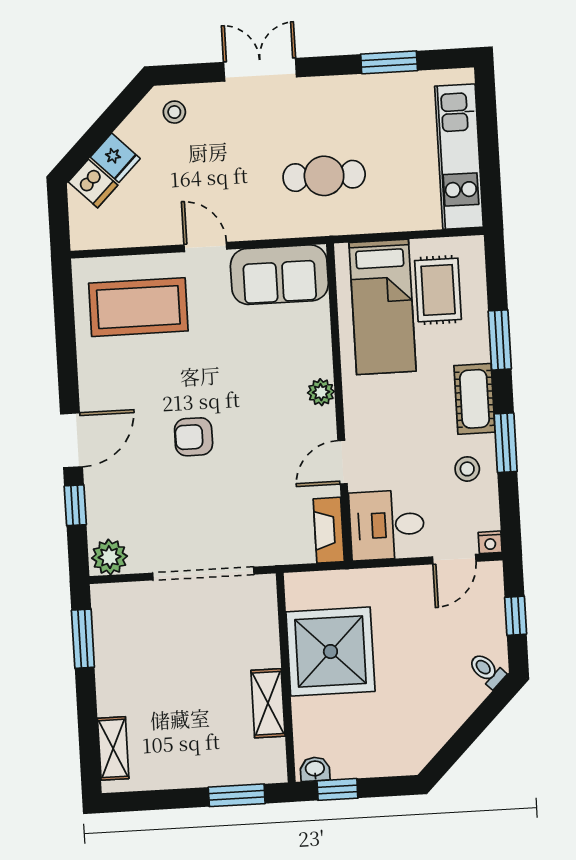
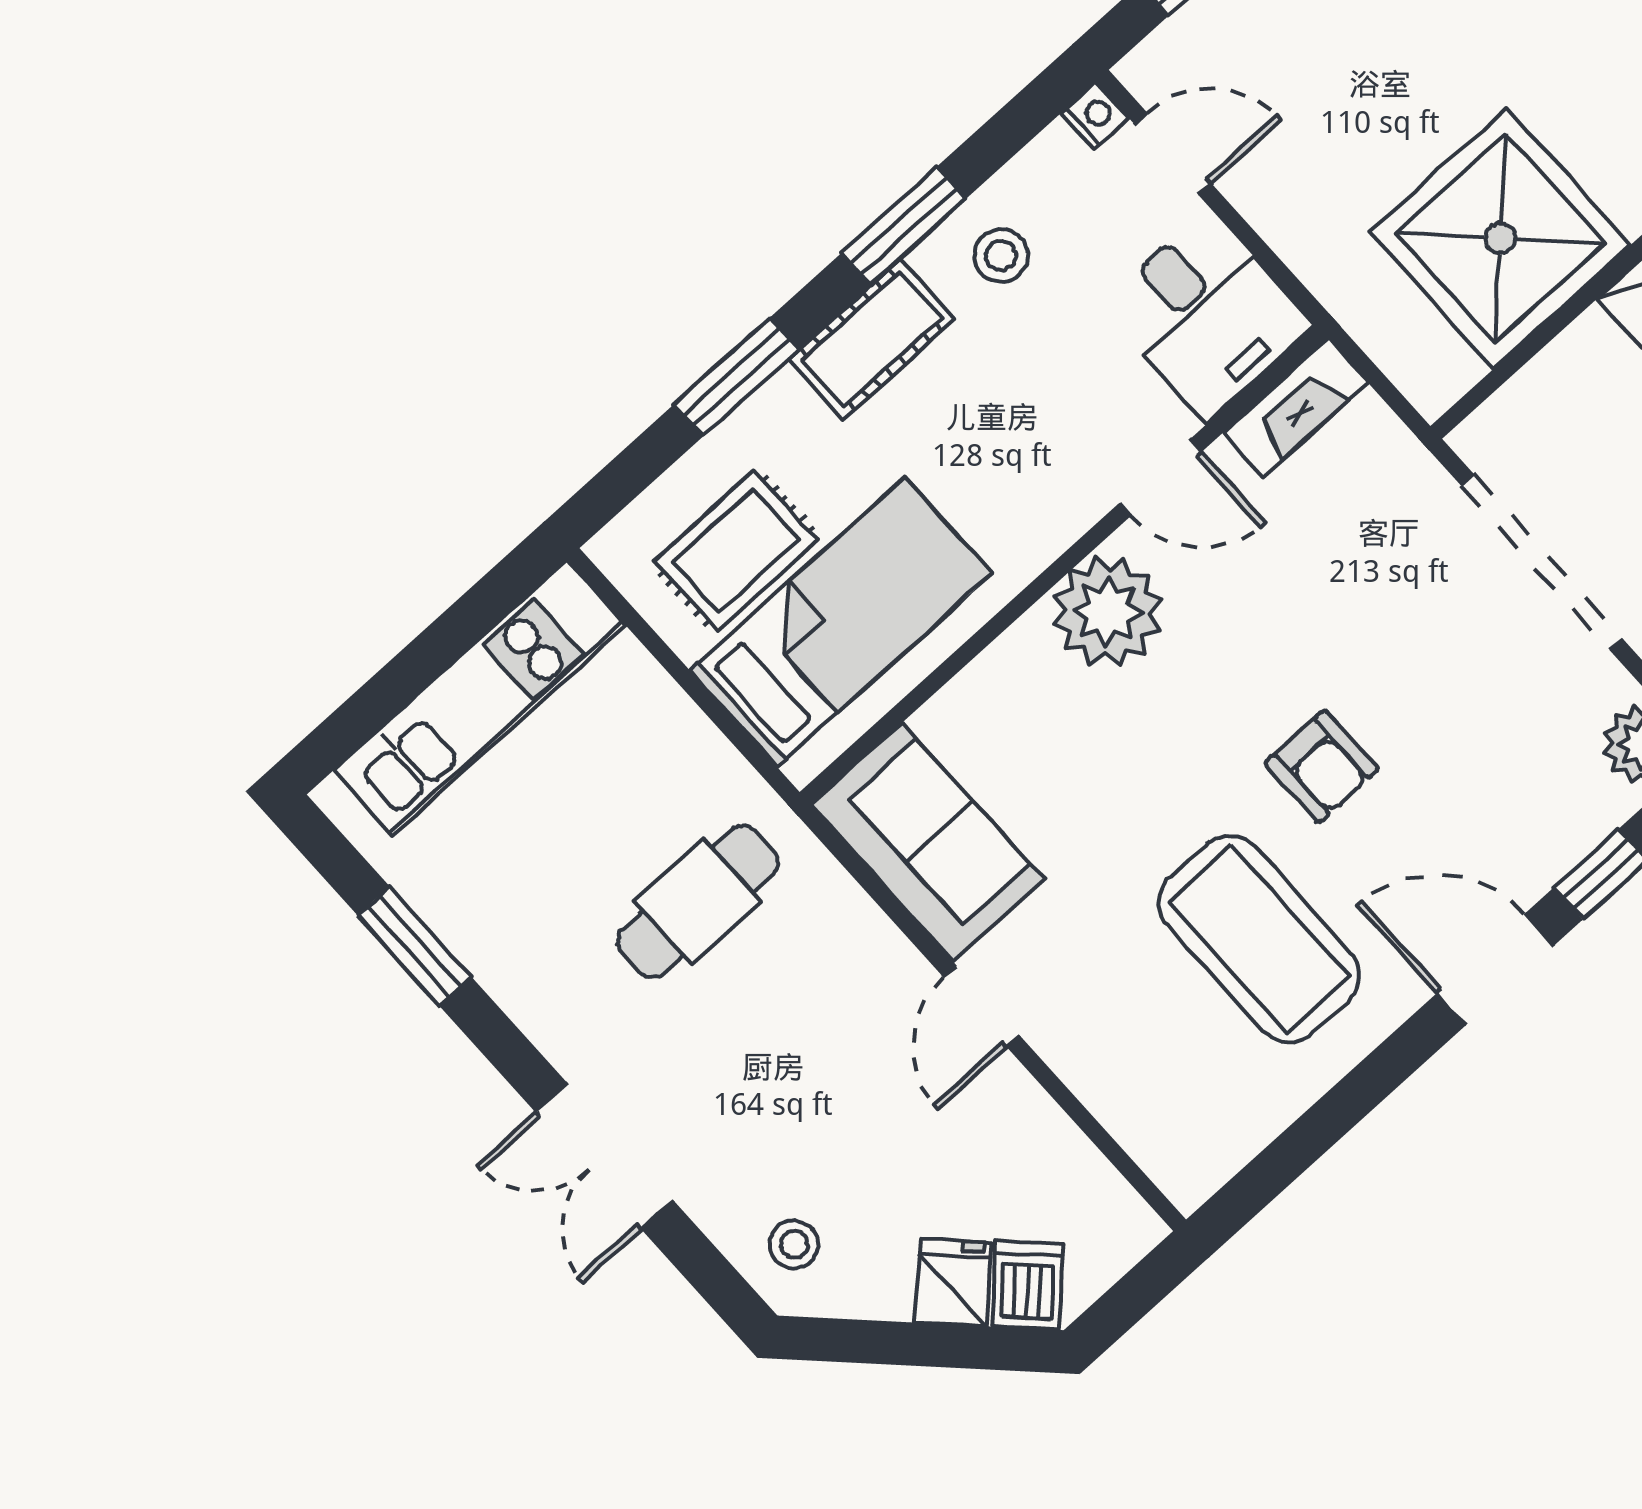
cafe table: (324, 176) -> (698, 902), turned 90
coffee table: (138, 307) -> (1259, 939), moved
plant: (321, 392) -> (1107, 612), width x1.88, depth x1.88

